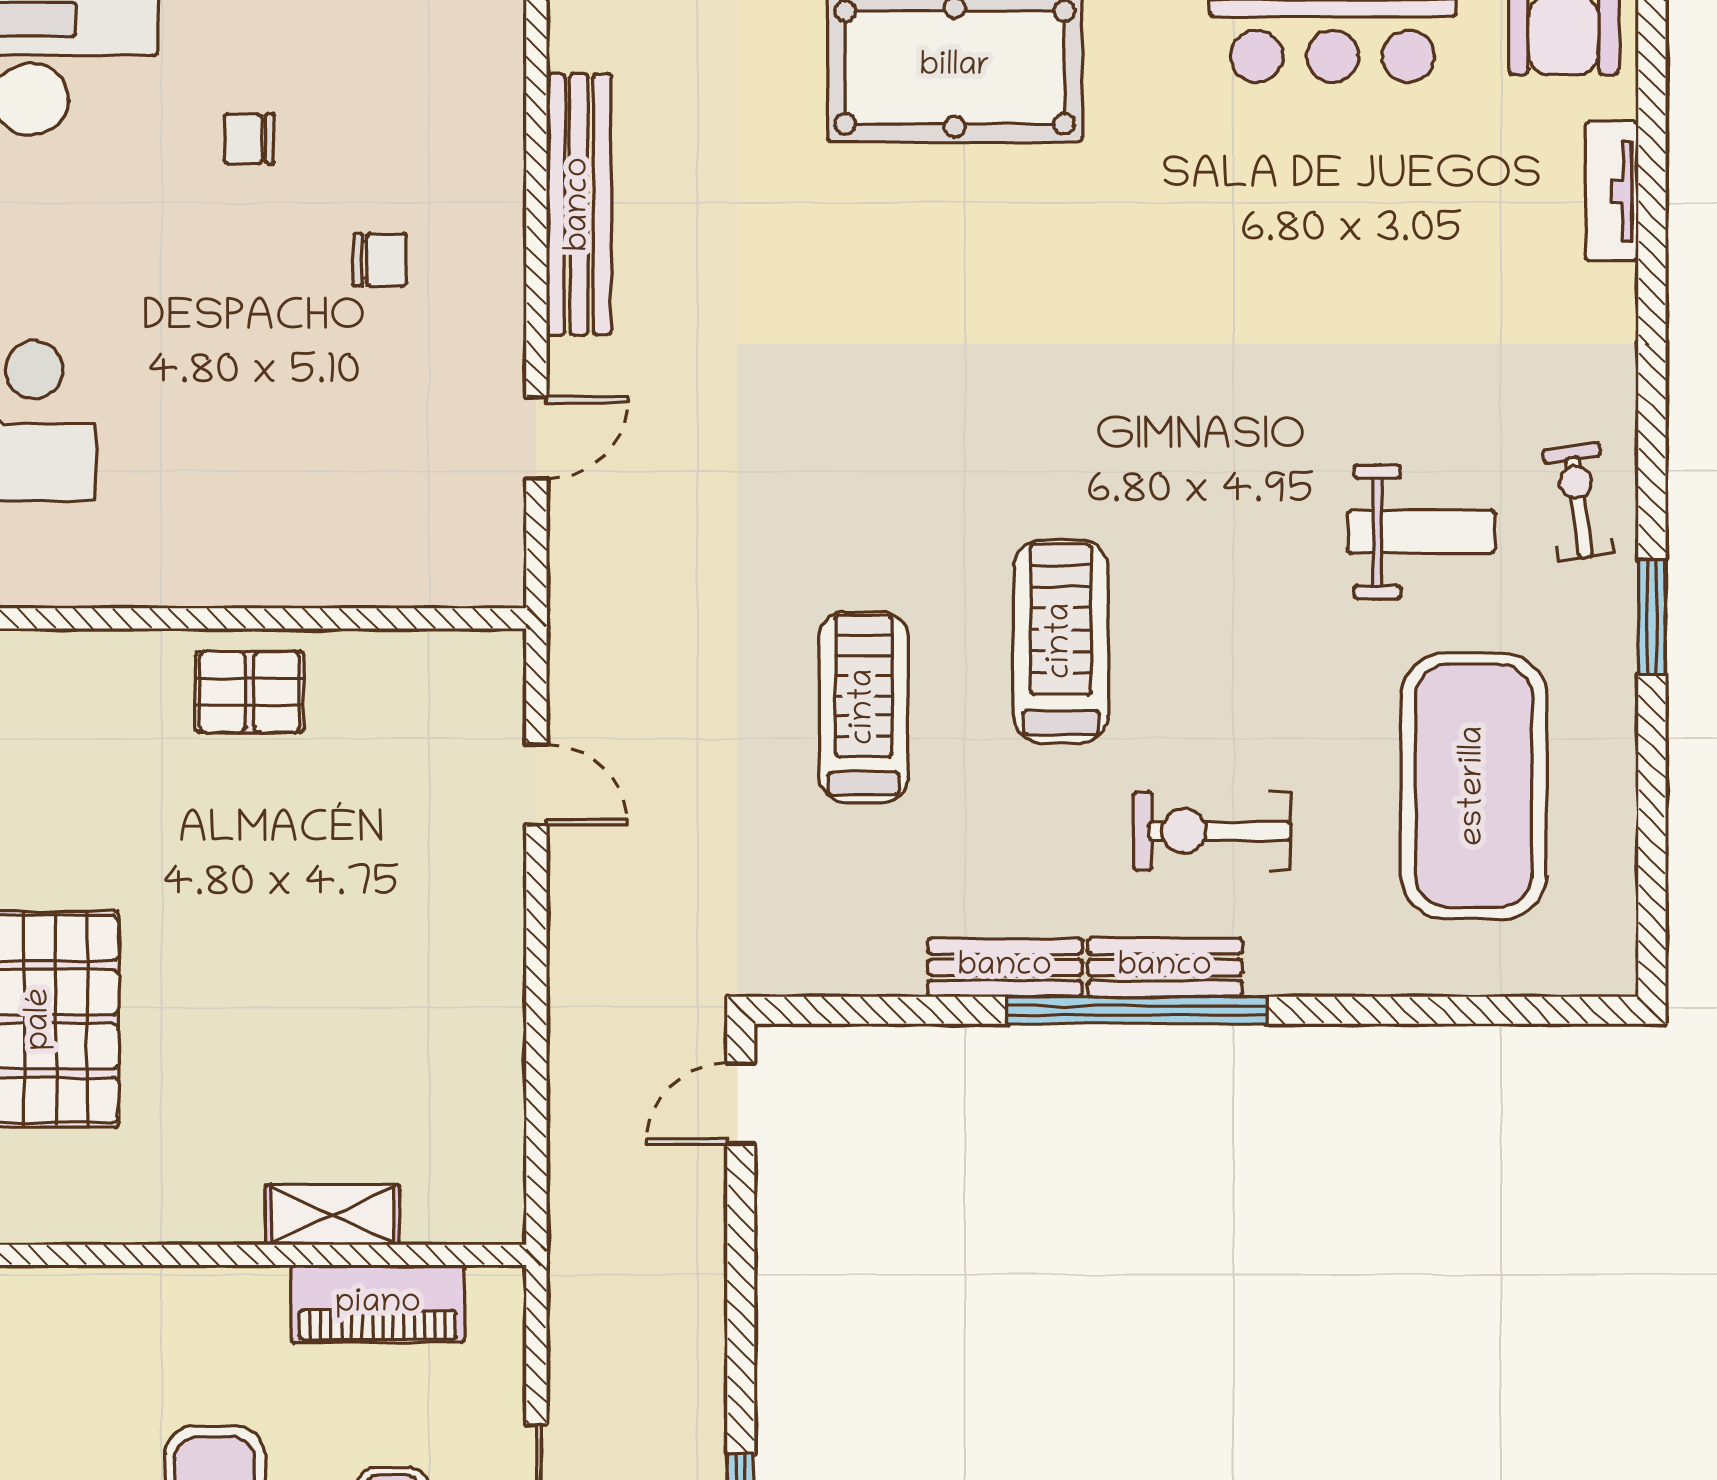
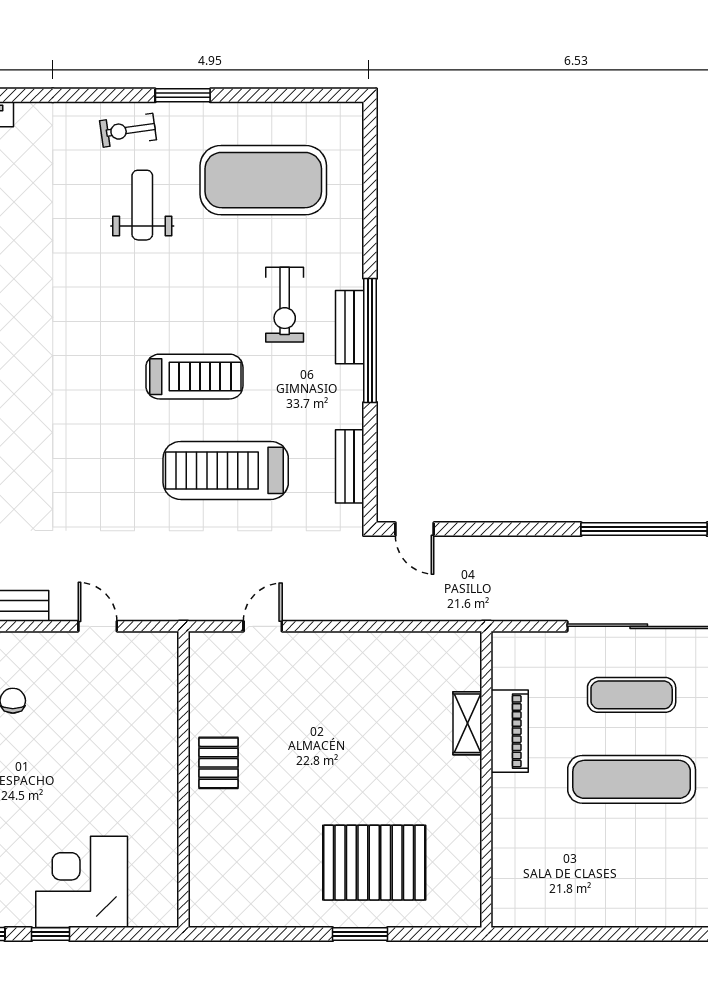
treadmill: (1061, 641) -> (194, 377), turned 180
treadmill: (864, 707) -> (226, 470), width x1.37, depth x1.38
bench: (1005, 967) -> (350, 466), moved
piano: (378, 1304) -> (510, 731), moved

